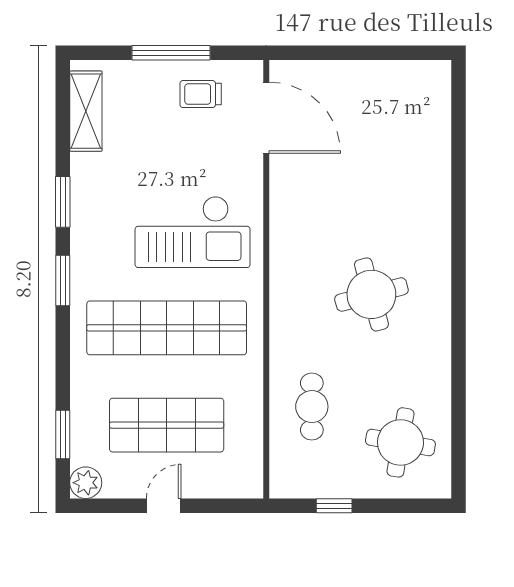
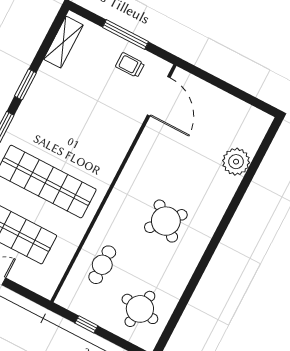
plant: (429, 154) -> (236, 162), added
checkout: (193, 232) -> (87, 137), removed
round table: (371, 294) -> (166, 221), turned -34

